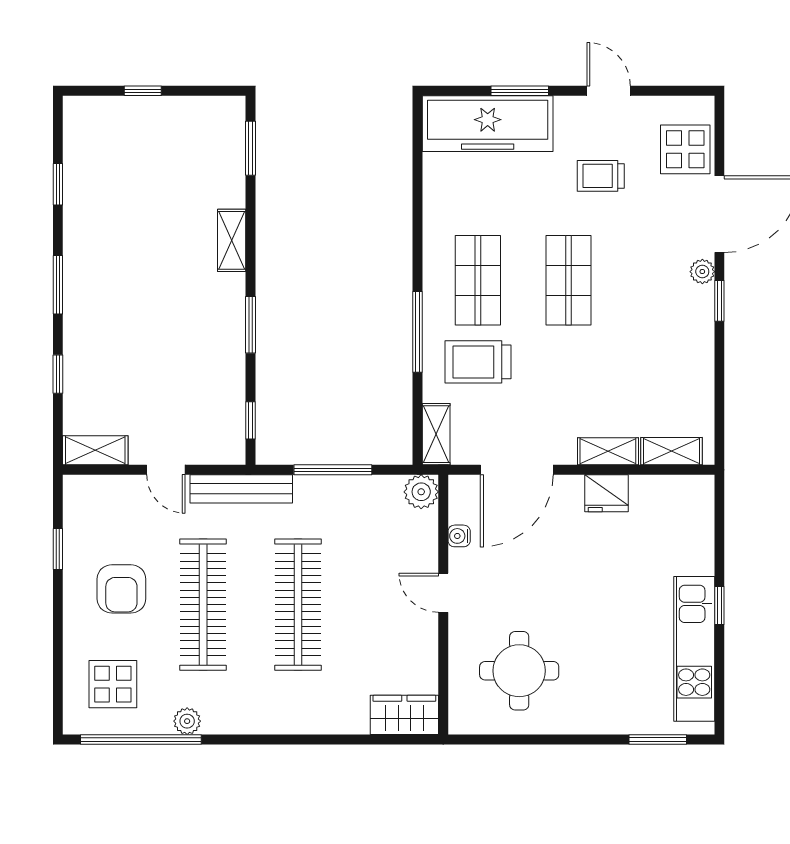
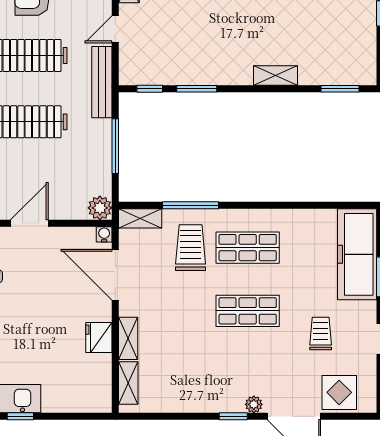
window: (251, 325) -> (197, 89), moved
window: (418, 332) -> (190, 205), moved
water cooler: (459, 536) -> (104, 234), moved
door: (443, 593) -> (29, 223), width x1.38

